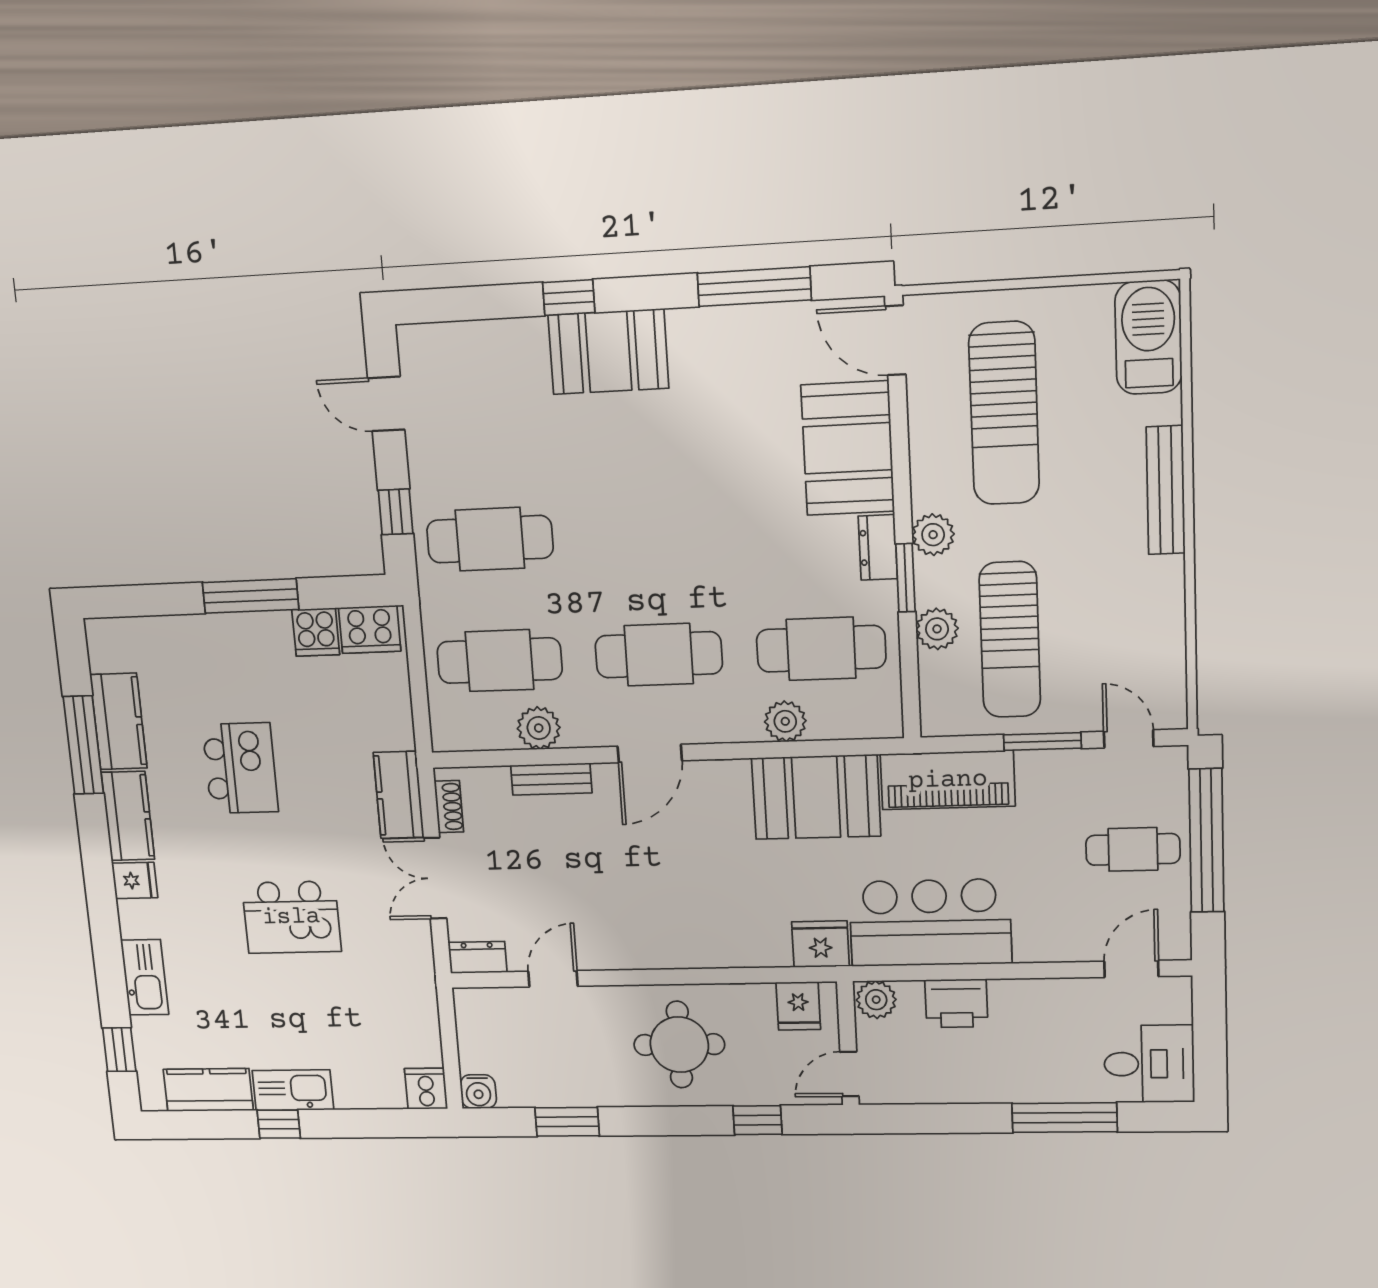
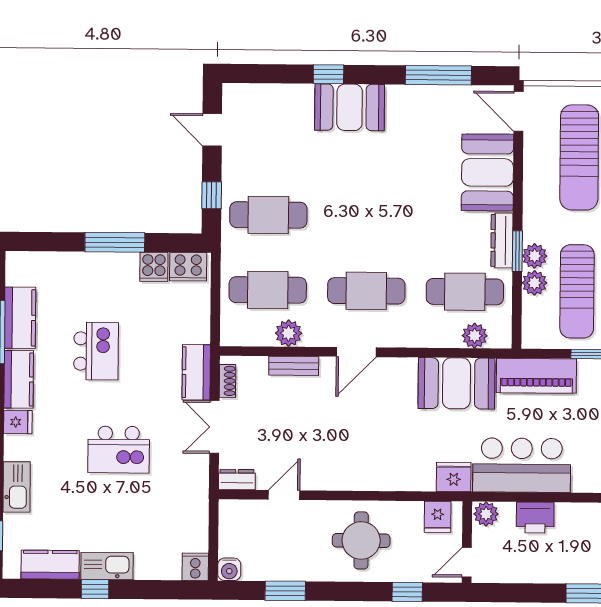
plant: (933, 535) -> (535, 256), moved
dresser: (878, 547) -> (502, 240), width x1.44
plant: (785, 721) -> (475, 336), moved

